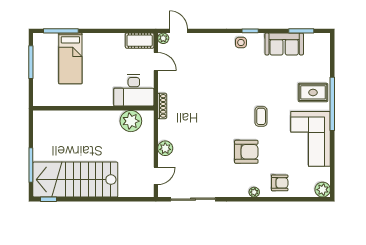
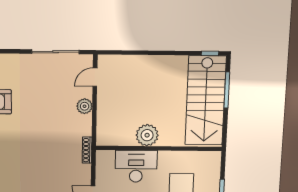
desk: (134, 91) -> (136, 166), moved
plant: (131, 121) -> (147, 135), moved
stairs: (75, 180) -> (206, 101), moved, turned 90

